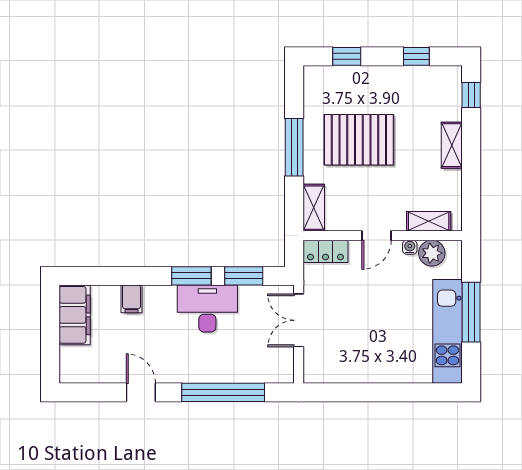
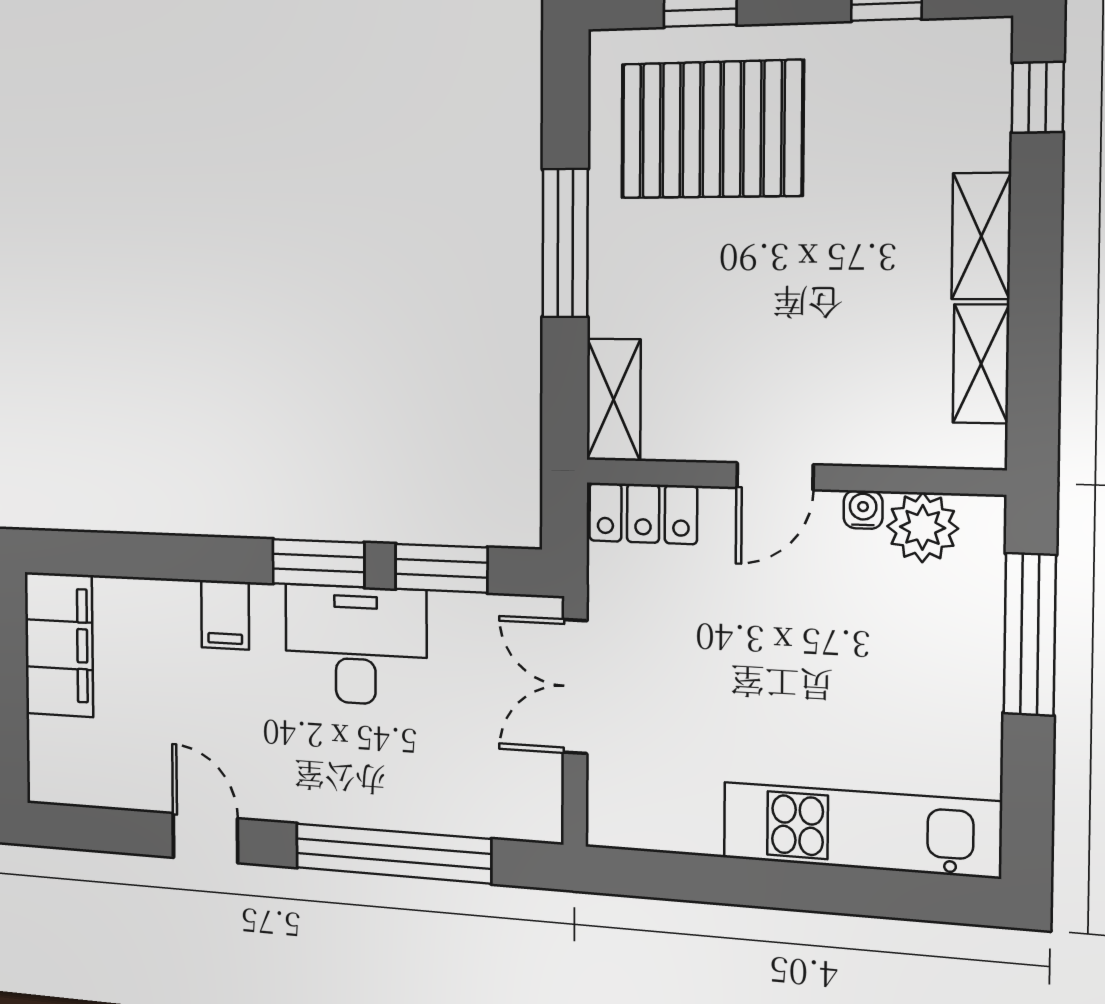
pallet: (359, 140) -> (712, 130), moved
shelving: (429, 221) -> (981, 364), moved, turned 90
filing cabinet: (132, 299) -> (225, 615), moved
window: (471, 312) -> (1030, 634), moved
kitchen unit: (447, 331) -> (861, 830), moved, turned 90

